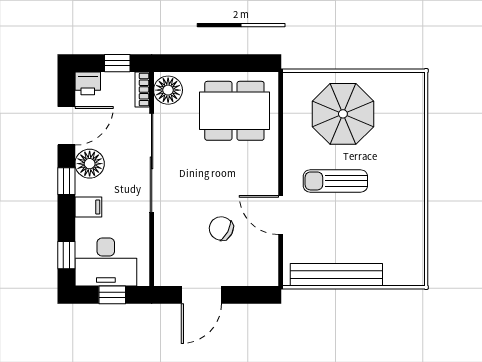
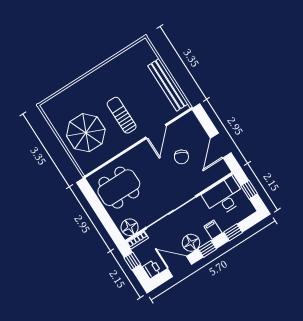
dining table: (234, 111) -> (119, 188), turned 90
sun lounger: (335, 181) -> (122, 115), turned 180
window: (66, 255) -> (233, 232), moved
desk: (106, 262) -> (224, 197), moved, turned -90
door: (201, 295) -> (221, 146), swing flipped

